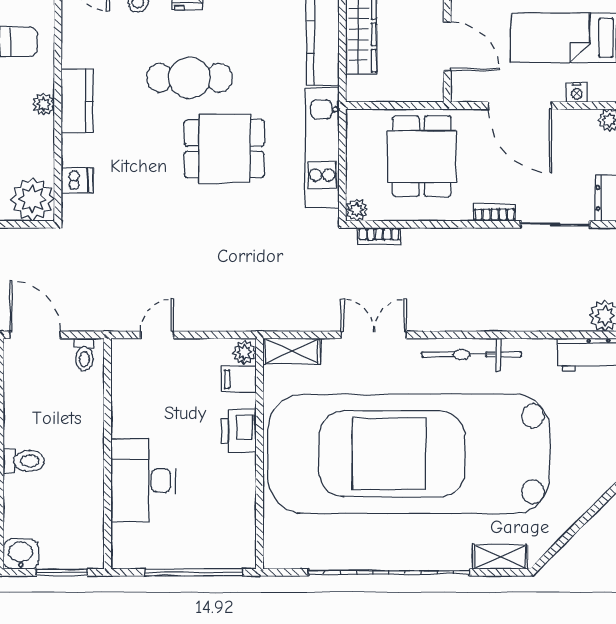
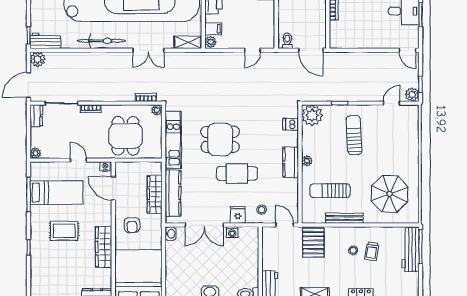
nightstand: (577, 92) -> (105, 166), moved
door: (520, 106) -> (78, 160), width x0.53

